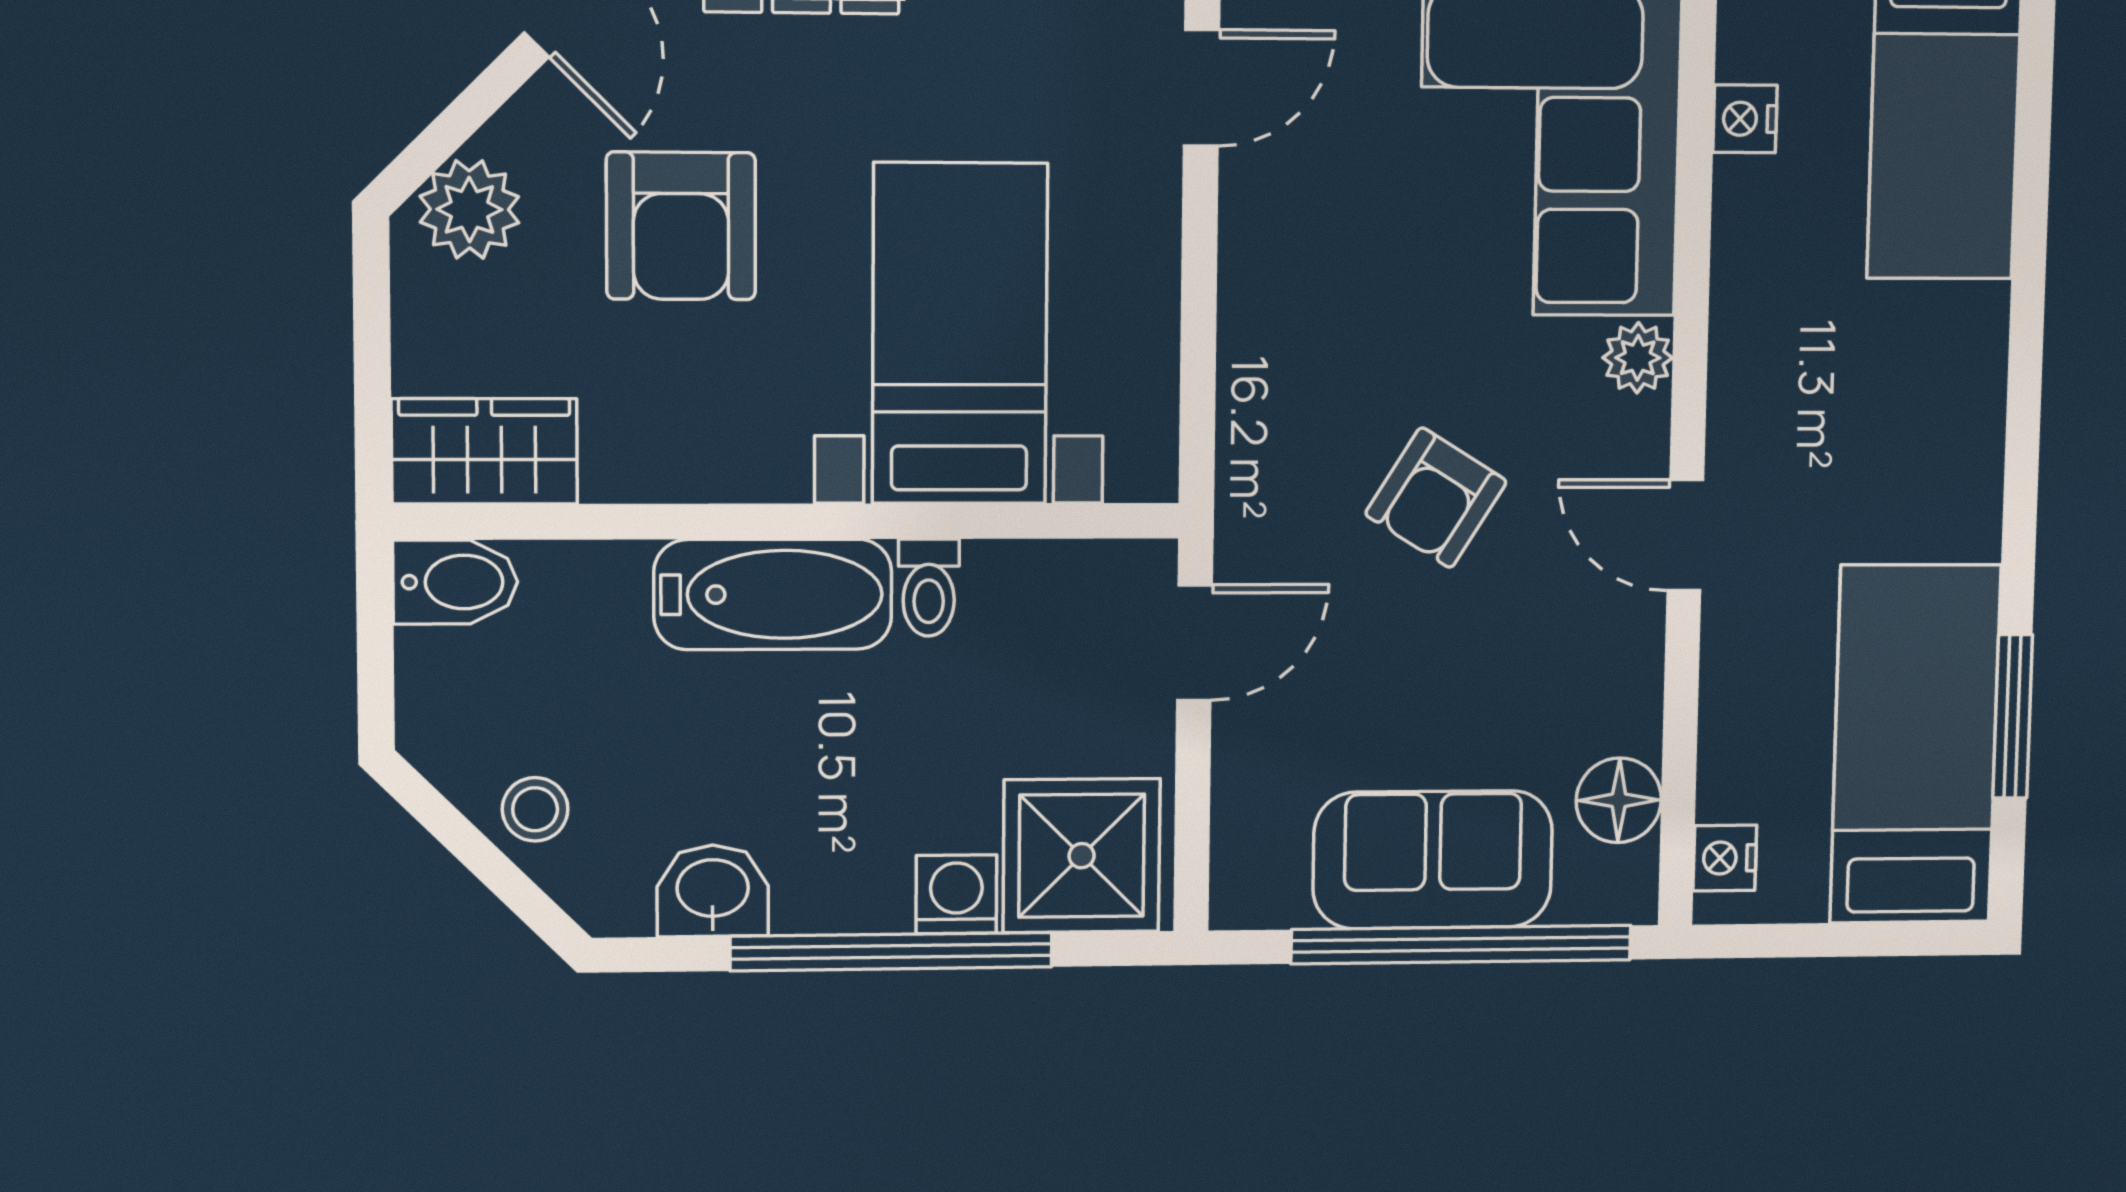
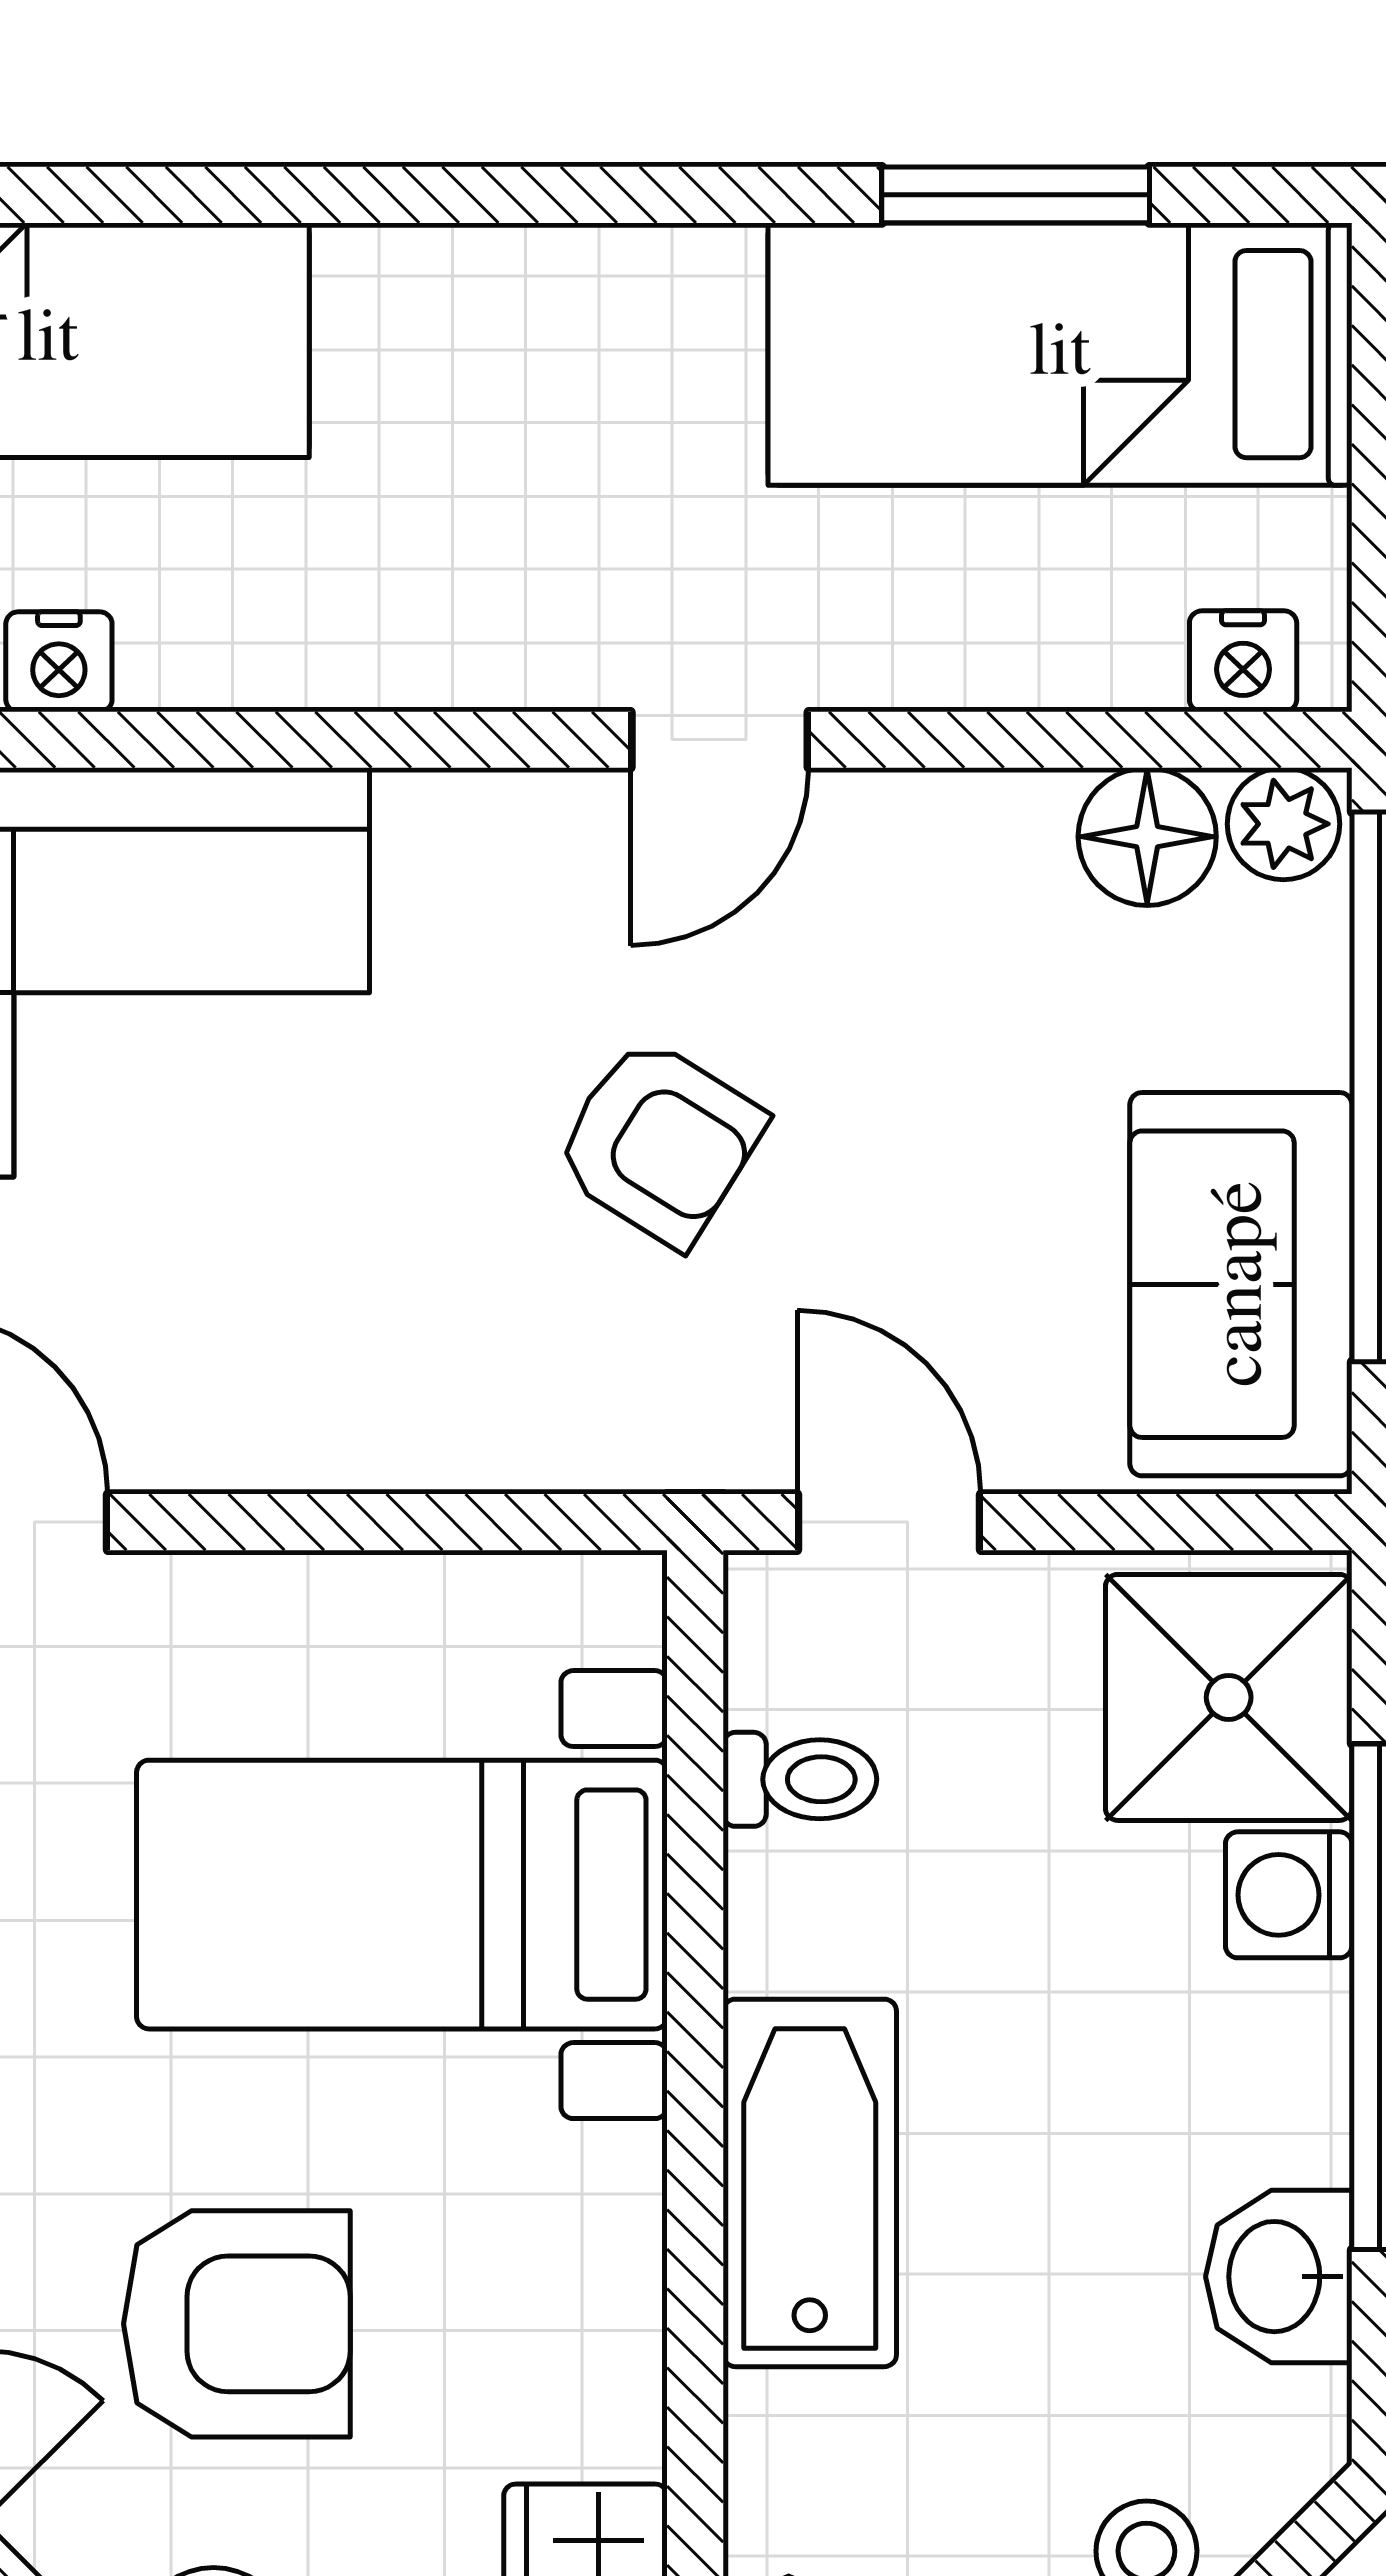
plant: (1638, 358) -> (1283, 824), moved
toilet: (929, 588) -> (800, 1779), moved
sofa: (1433, 860) -> (1241, 1284), moved

